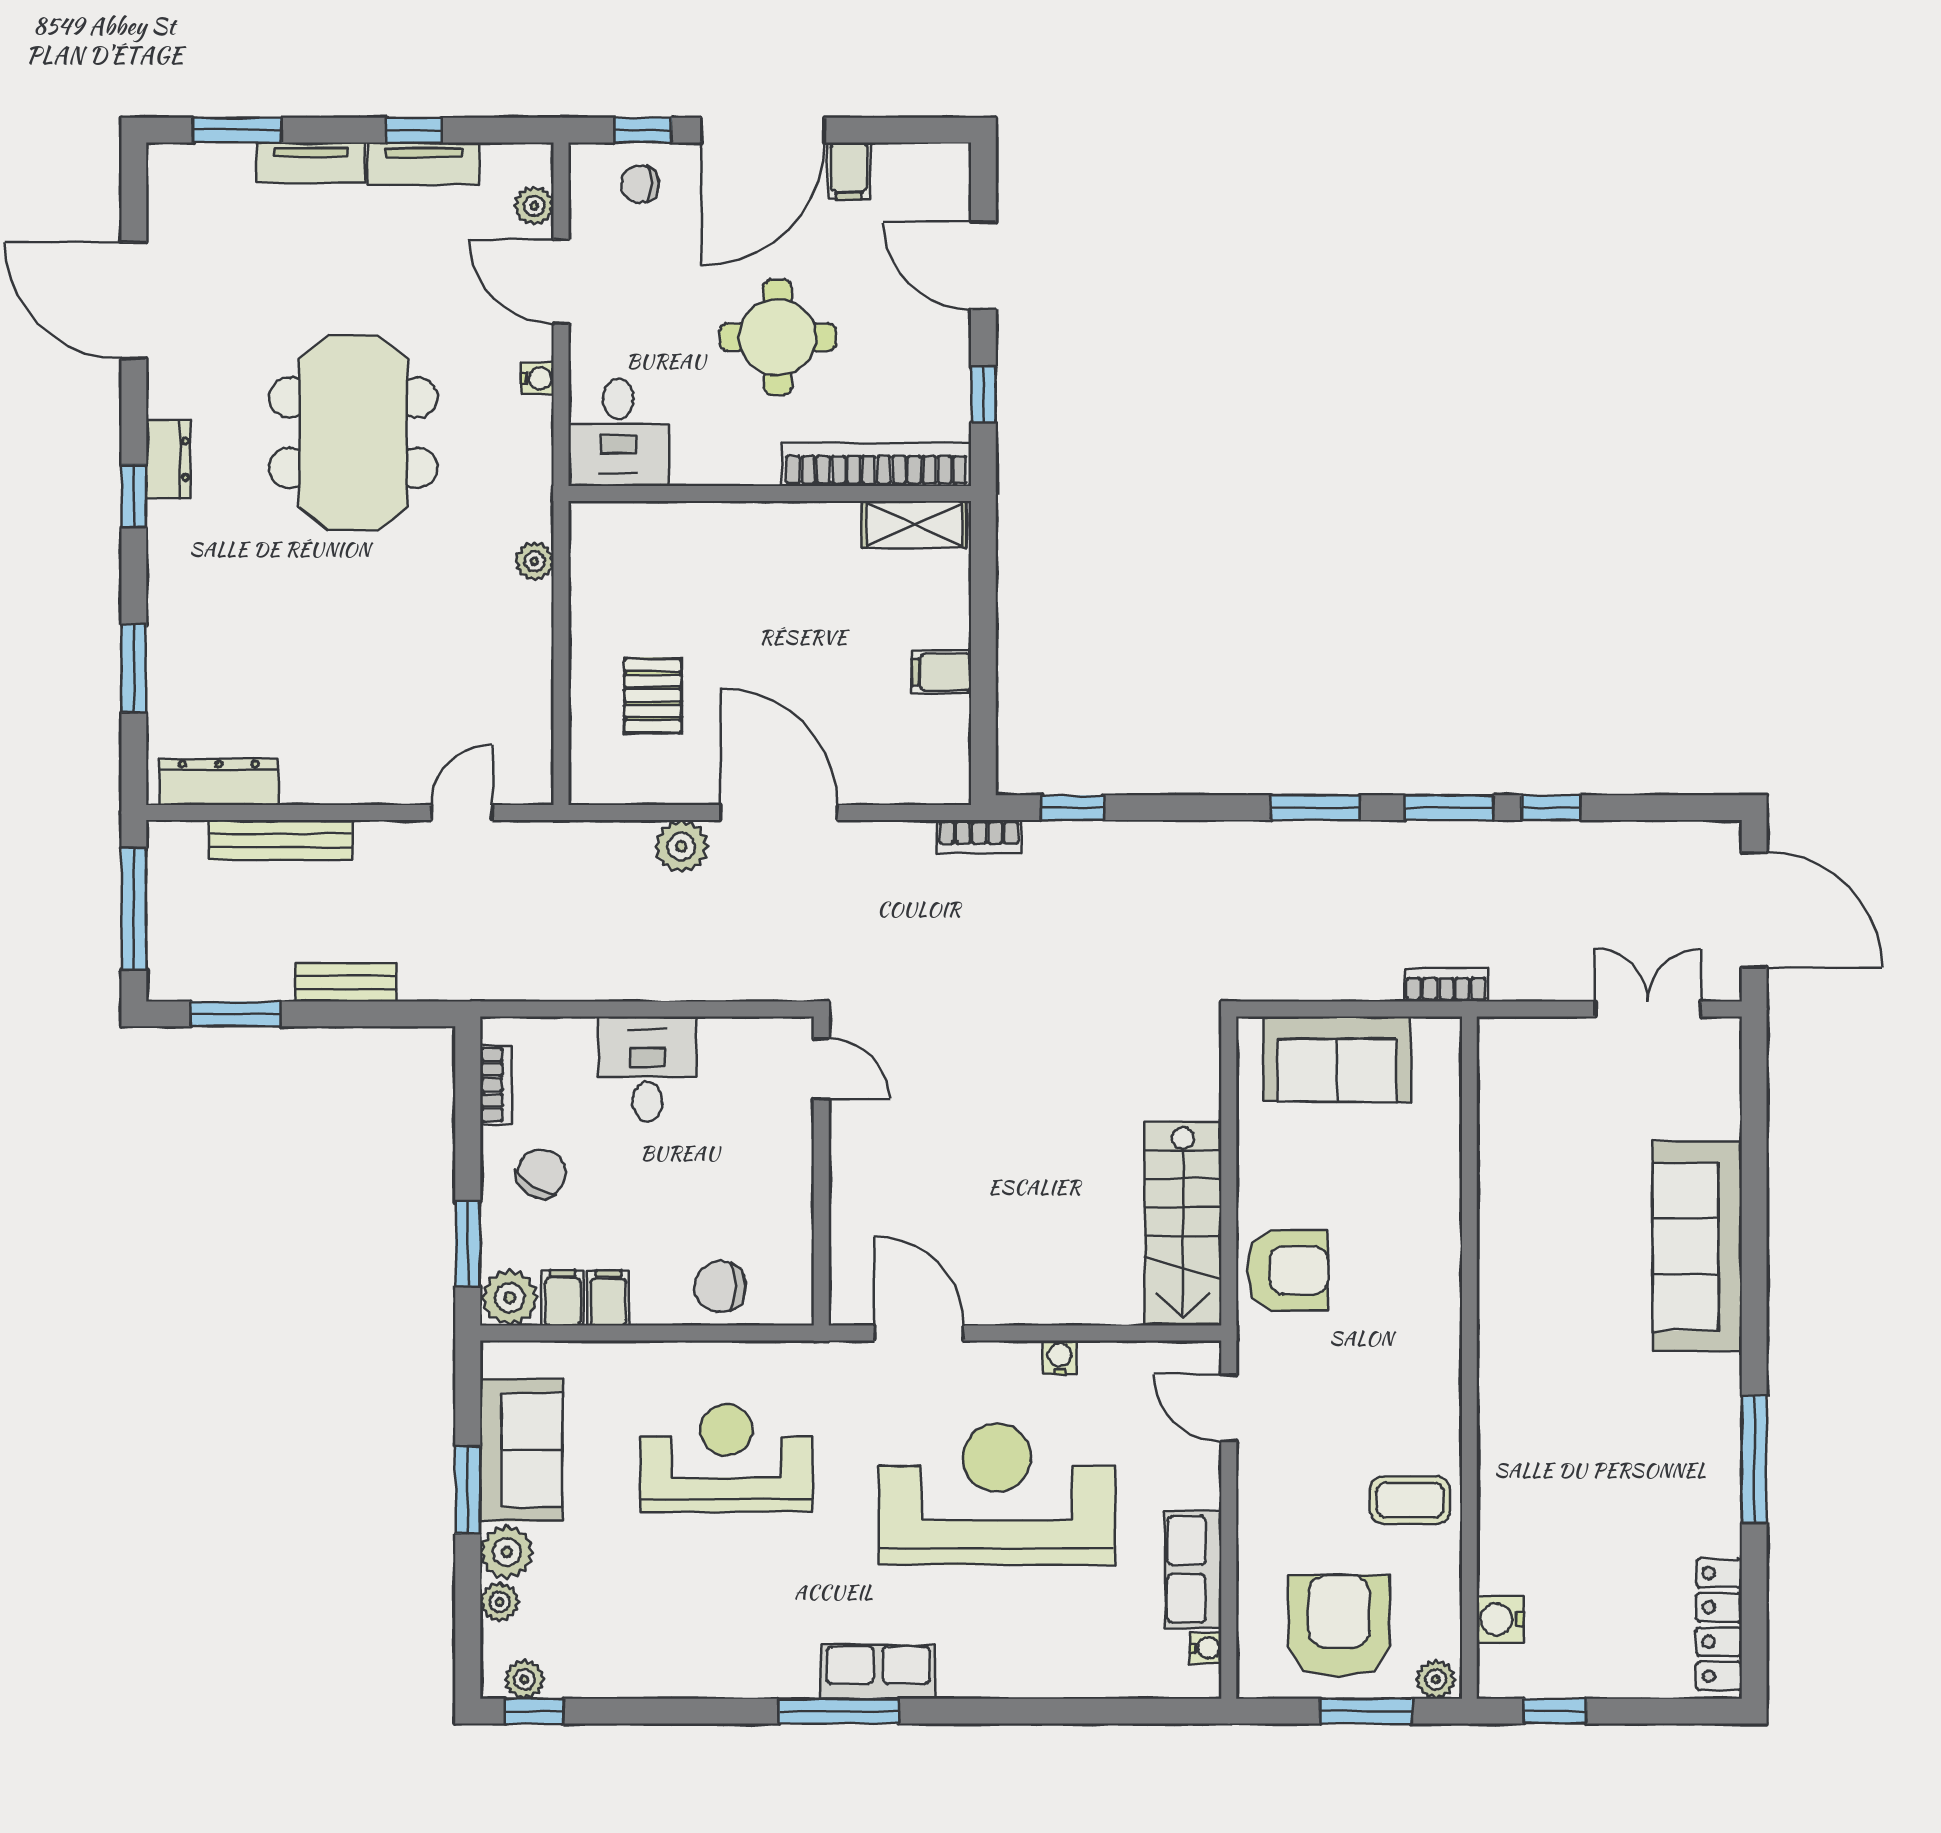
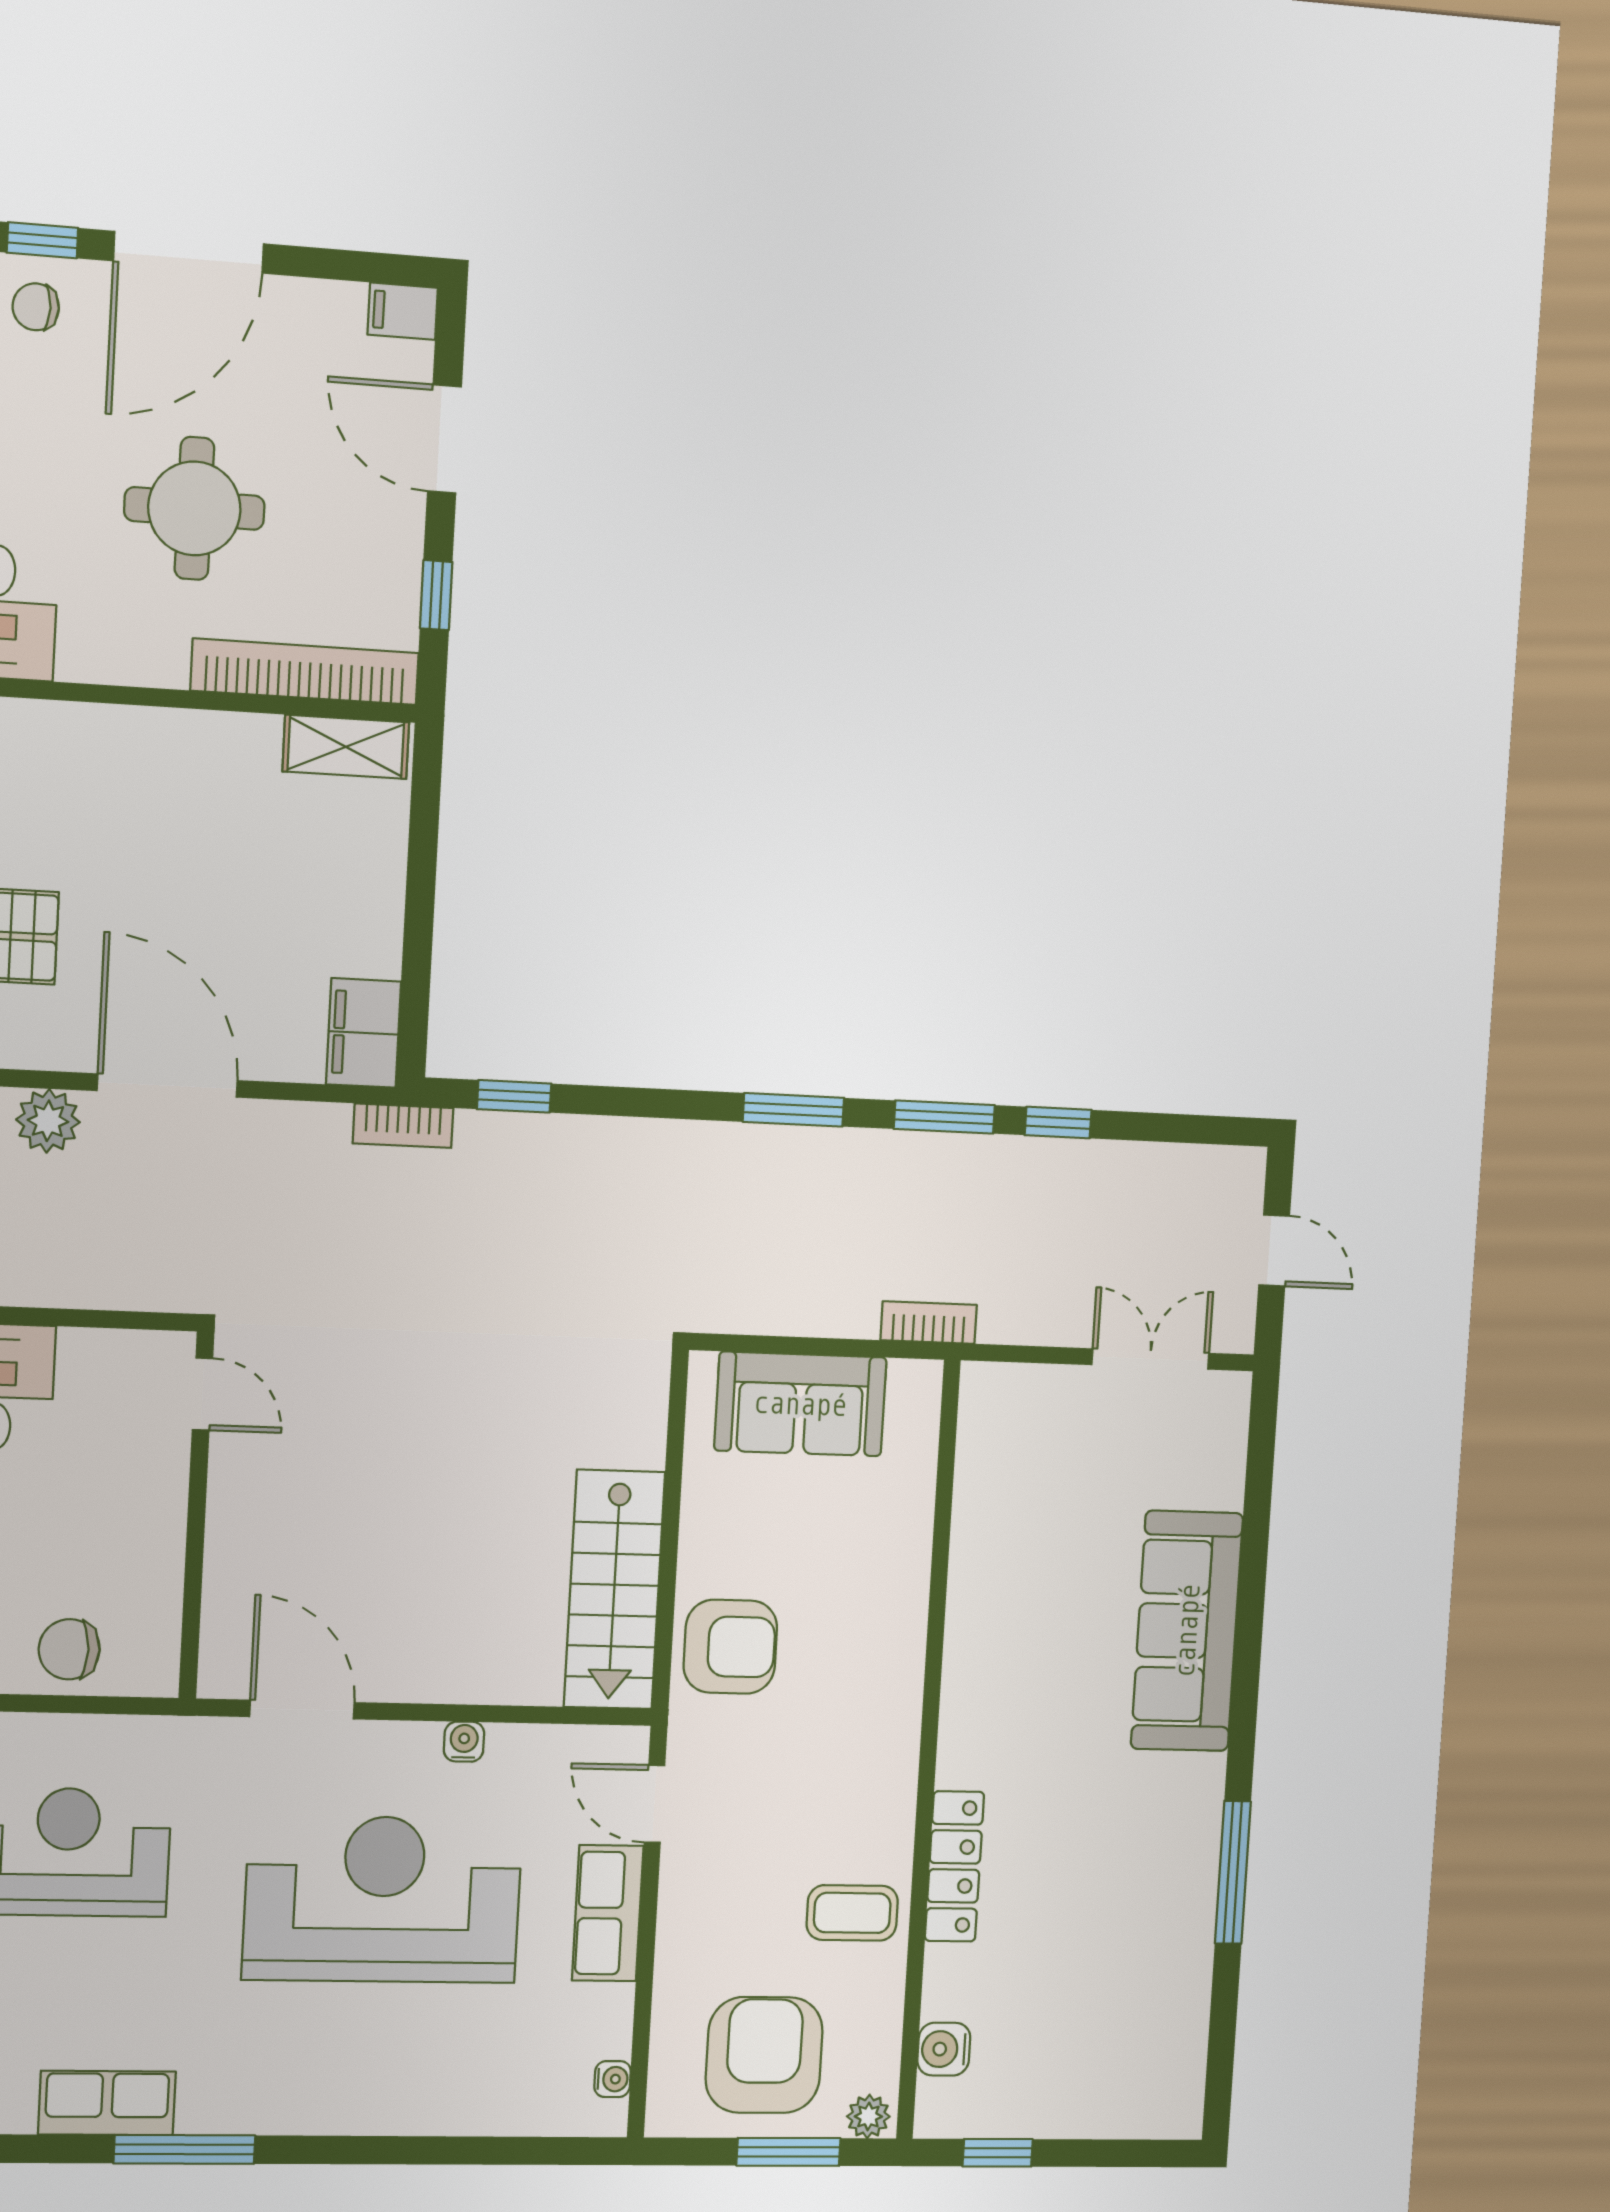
filing cabinet: (849, 171) -> (403, 311), moved, turned 90
filing cabinet: (941, 672) -> (363, 1033), moved, width x2.00
door: (1754, 910) -> (1274, 1251), width x0.53
row of seats: (1193, 1569) -> (608, 1913), moved
locker: (1719, 1624) -> (954, 1866), moved, turned 180
row of seats: (878, 1672) -> (107, 2103), moved

